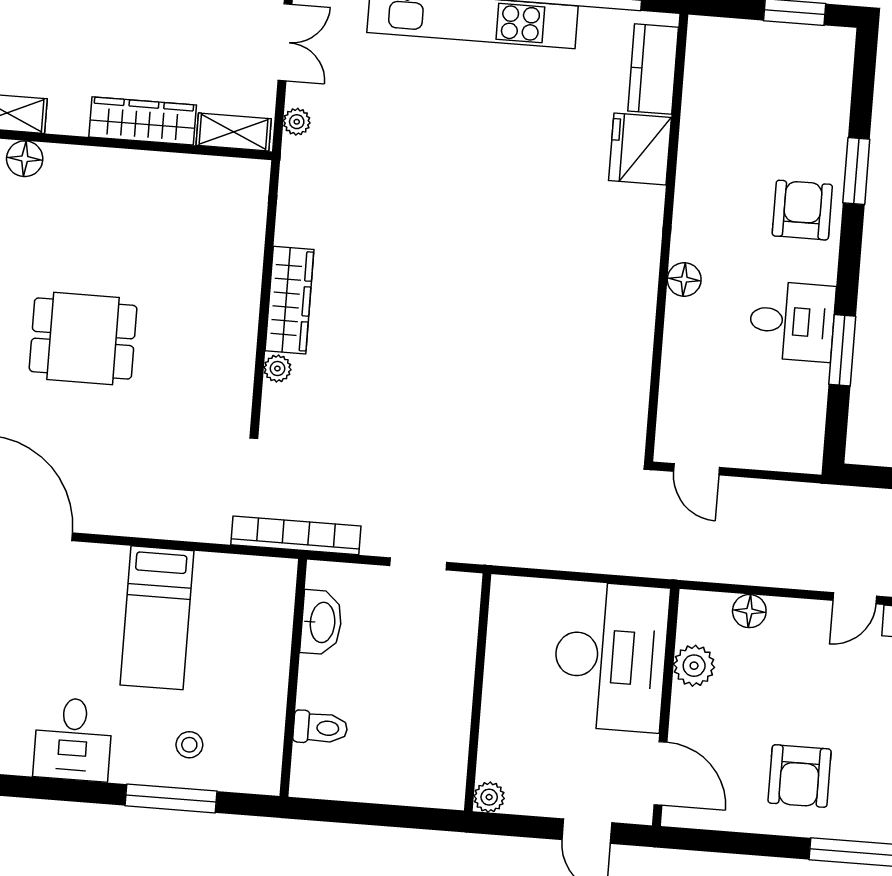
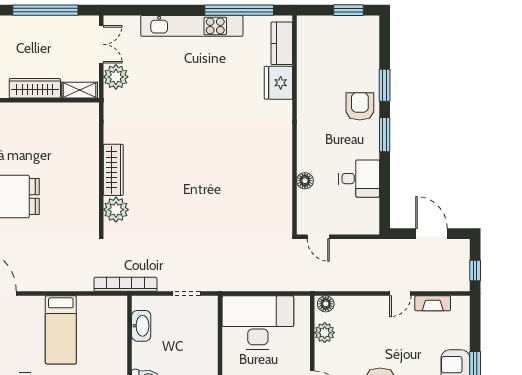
plant: (297, 122) -> (116, 77), width x1.88, depth x1.88
floor lamp: (684, 280) -> (305, 181), moved
desk: (792, 321) -> (359, 179), moved
window: (842, 350) -> (385, 135), moved
plant: (277, 369) -> (116, 210), width x1.88, depth x1.88
floor lamp: (749, 611) -> (326, 304), moved
desk: (611, 657) -> (258, 322), moved, turned -90

